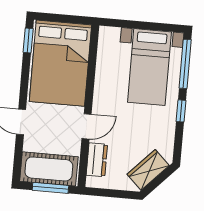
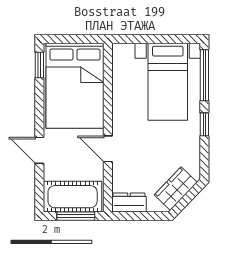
door: (87, 126) -> (108, 149), swing flipped
dresser: (97, 160) -> (129, 203), moved, turned -90

